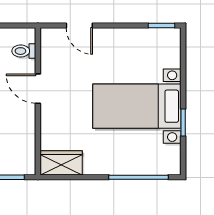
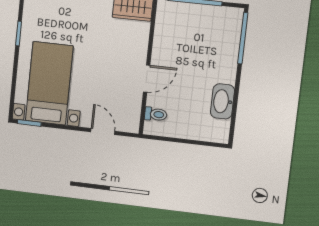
door: (38, 89) -> (147, 79), hinge flipped
bed with nightstands: (137, 106) -> (49, 83), moved, turned -90

